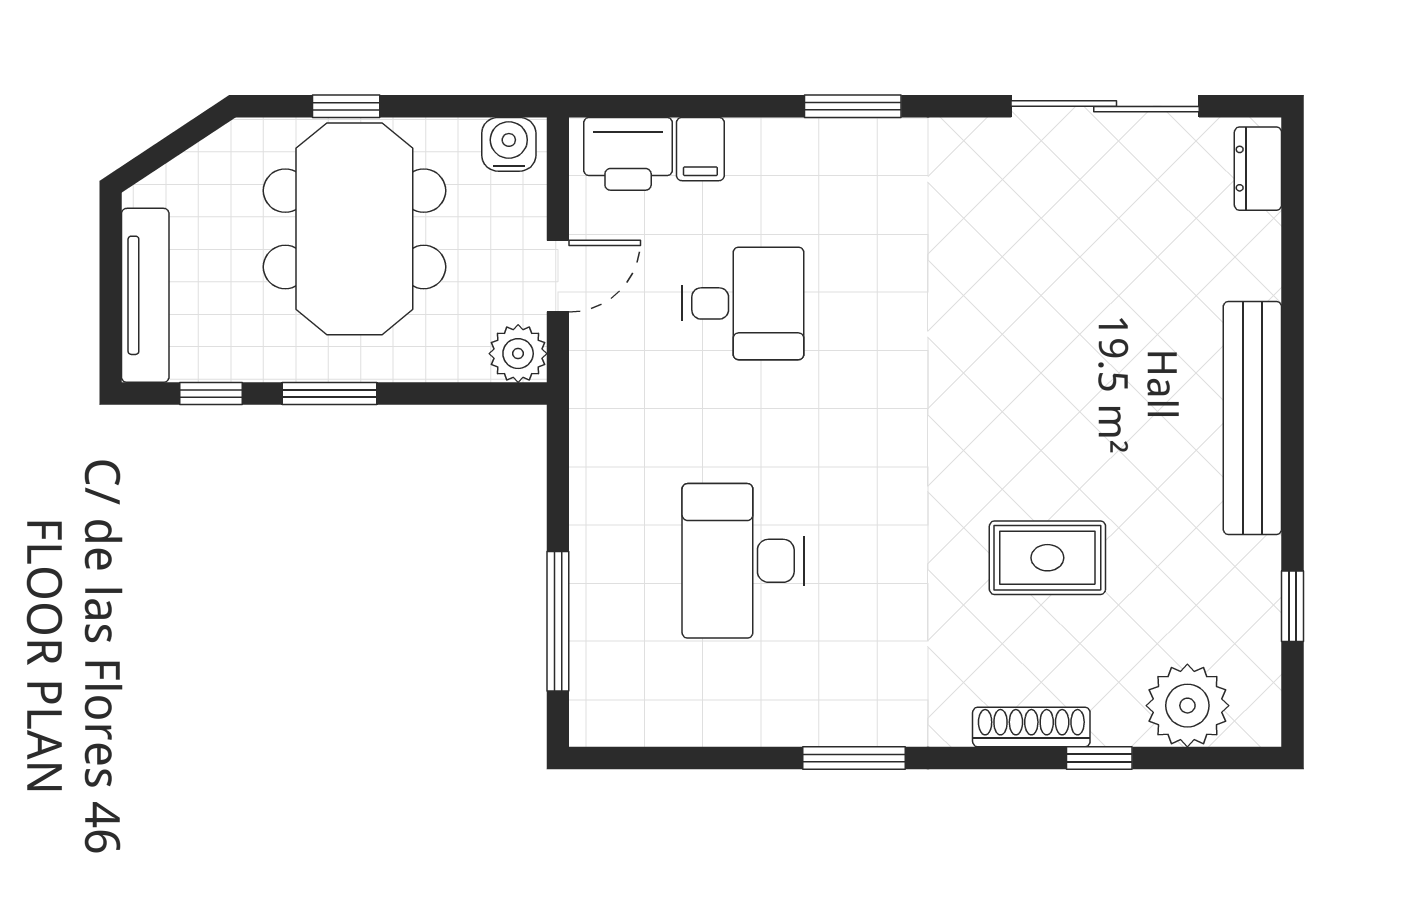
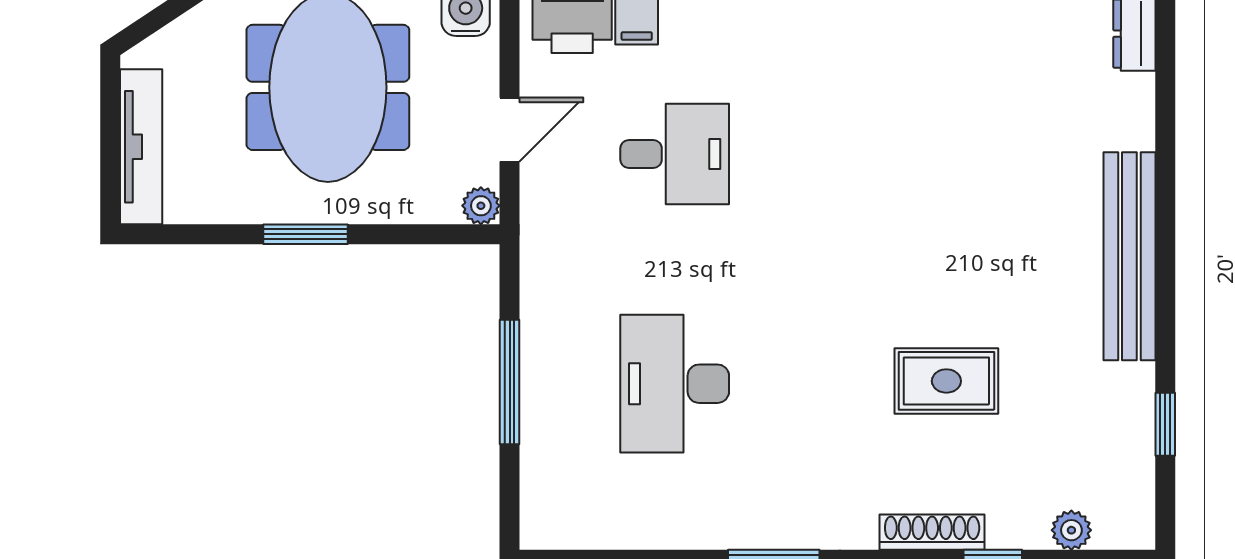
plant: (518, 354) -> (481, 206), width x0.73, depth x0.73
window: (211, 393) -> (200, 234), removed
window: (558, 621) -> (510, 382), moved
plant: (1187, 706) -> (1071, 530), width x0.53, depth x0.53

